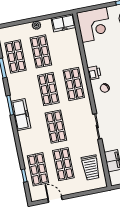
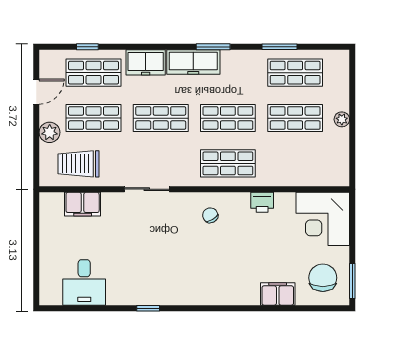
freezer: (63, 23) -> (146, 62), moved, turned -90
printer: (94, 73) -> (262, 202), moved
plant: (76, 187) -> (50, 132), added

